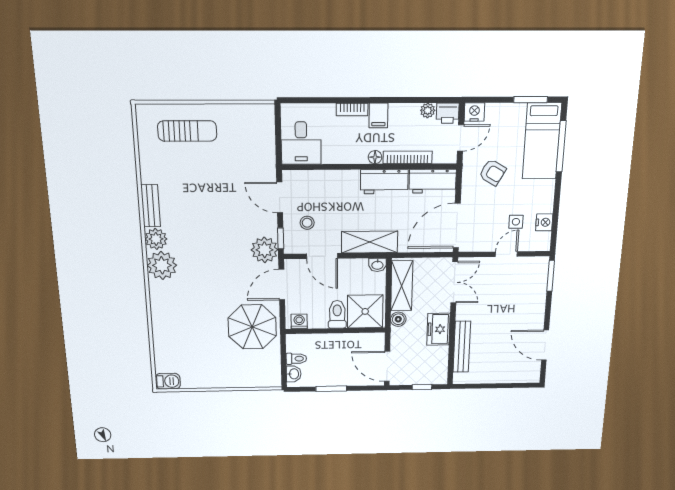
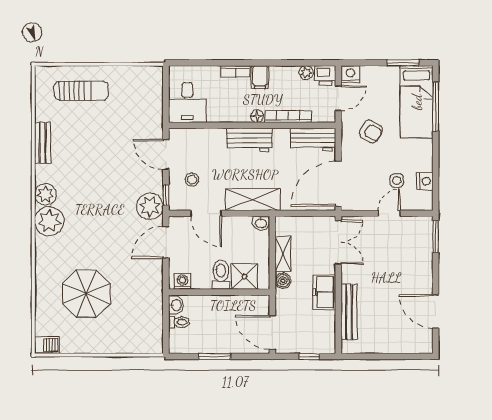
workbench: (384, 182) -> (250, 140), moved
bench: (151, 206) -> (43, 143), moved
shelving: (402, 286) -> (283, 254), width x0.67, depth x0.75
shower: (365, 311) -> (244, 277), width x0.73, depth x0.73
parasol: (252, 327) -> (86, 294), moved
washbasin: (294, 374) -> (176, 305), moved

